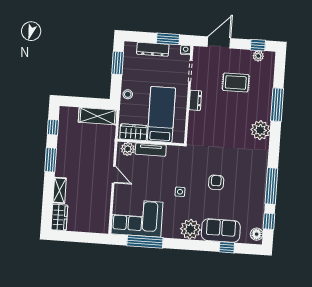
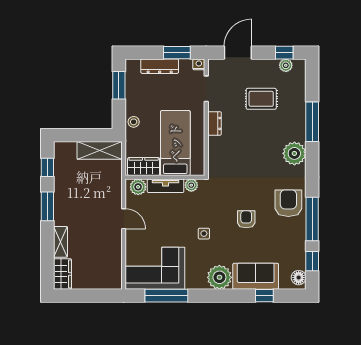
plant: (172, 151) -> (191, 185), added
armchair: (252, 171) -> (288, 203), added

